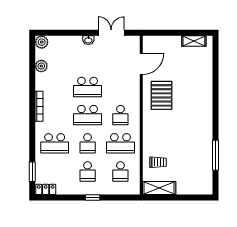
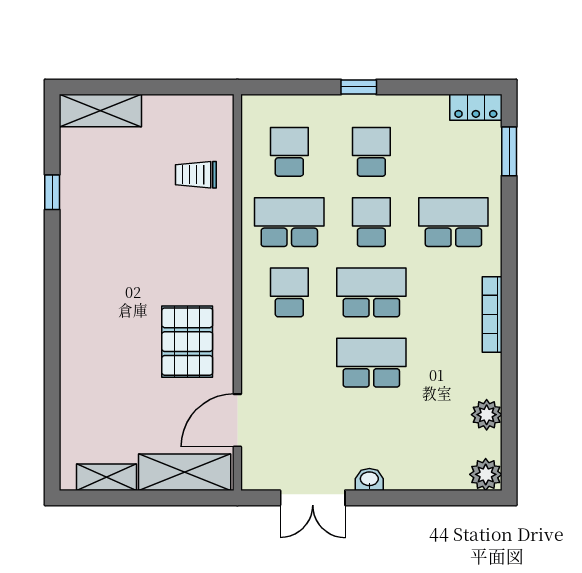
shelving: (162, 43) -> (185, 472), added
window: (216, 155) -> (52, 192), width x0.46
shelving: (159, 188) -> (100, 111), moved

